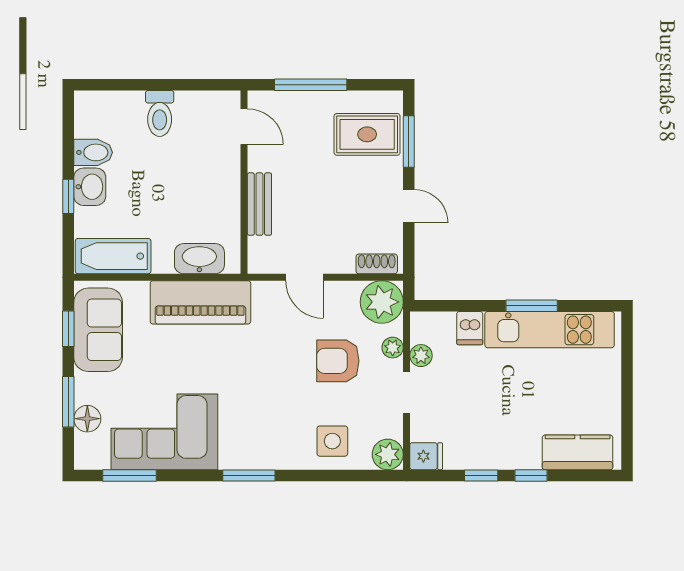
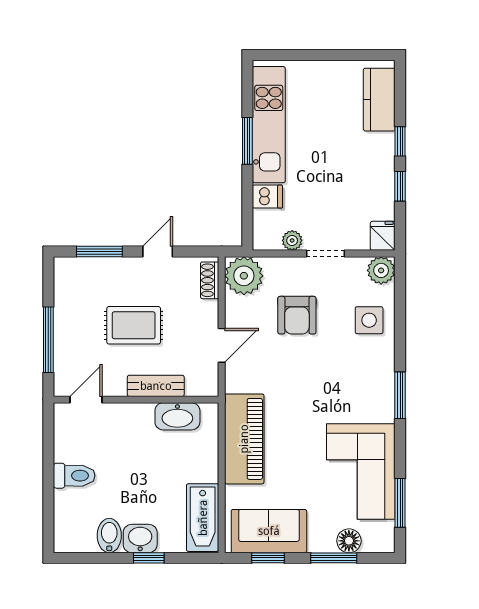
rug: (367, 134) -> (134, 325), moved, turned 90
washbasin: (199, 259) -> (177, 416), moved, turned -90
plant: (393, 348) -> (285, 266), removed

